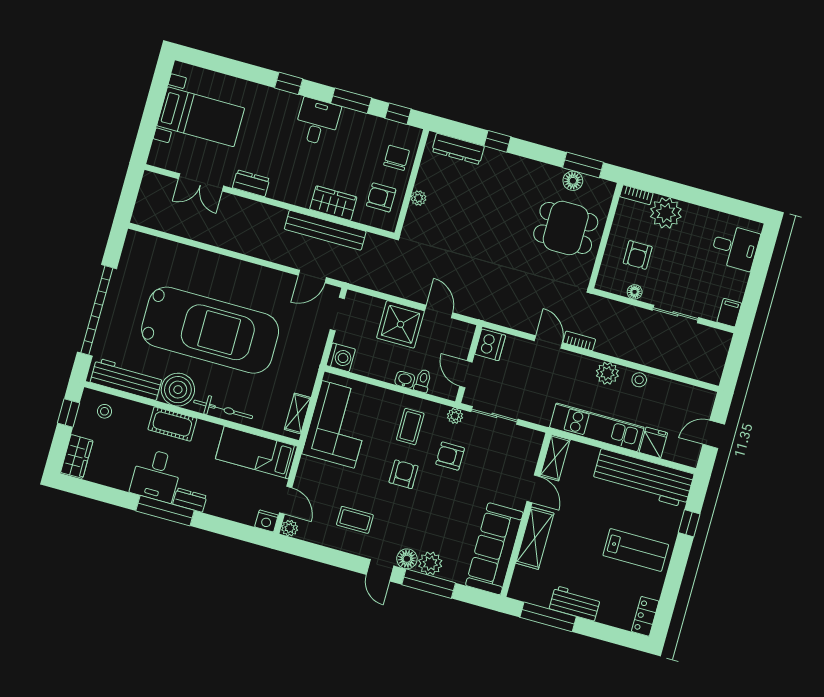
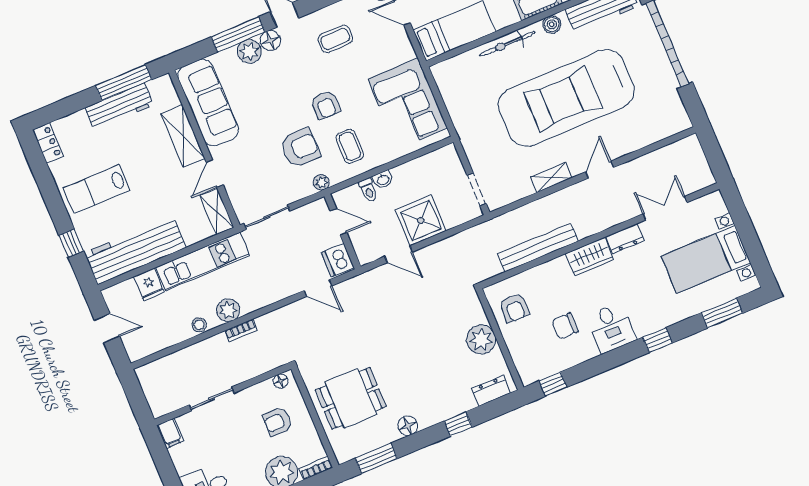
window: (351, 101) -> (722, 313), moved
dresser: (458, 149) -> (491, 391), width x0.70
chair: (397, 158) -> (565, 326), moved, turned 90
floor lamp: (573, 181) -> (408, 426), moved
armchair: (381, 197) -> (514, 308), turned 90
plant: (419, 198) -> (481, 339), width x1.88, depth x1.88
wardrobe: (333, 203) -> (590, 257), moved
armchair: (638, 255) -> (278, 422), turned -90
door: (312, 276) -> (600, 170), moved
floor lamp: (635, 292) -> (281, 381), moved
bookcase: (579, 341) -> (241, 330), moved
door: (548, 342) -> (318, 288), moved
washing machine: (341, 357) -> (447, 158), removed
boiler: (178, 390) -> (552, 24), width x0.54, depth x0.54
shelving: (298, 414) -> (551, 178), moved, turned 90
sliding door: (494, 415) -> (267, 217), moved
door: (714, 434) -> (107, 328), hinge flipped
armchair: (450, 456) -> (300, 148), width x1.38, depth x1.38
door: (533, 489) -> (215, 174), hinge flipped
workbench: (575, 603) -> (119, 106), width x1.38

